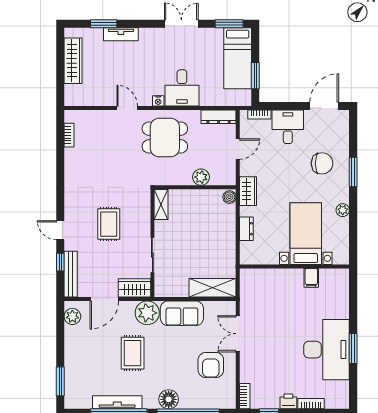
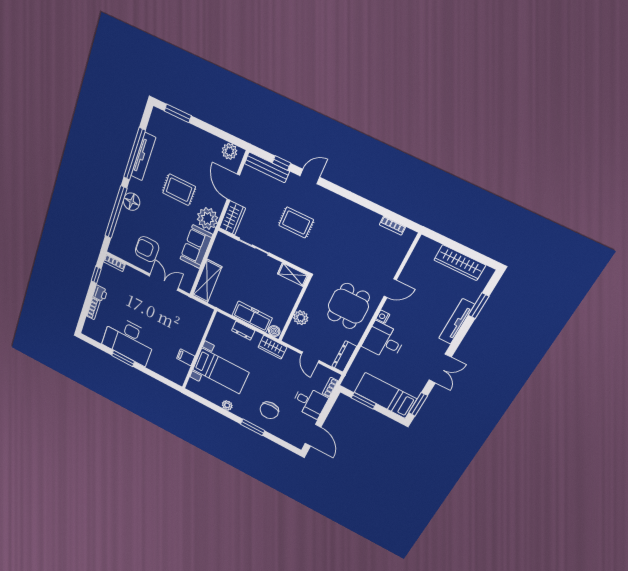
tv unit: (121, 34) -> (456, 322), width x1.41
freezer: (226, 226) -> (252, 317), added

